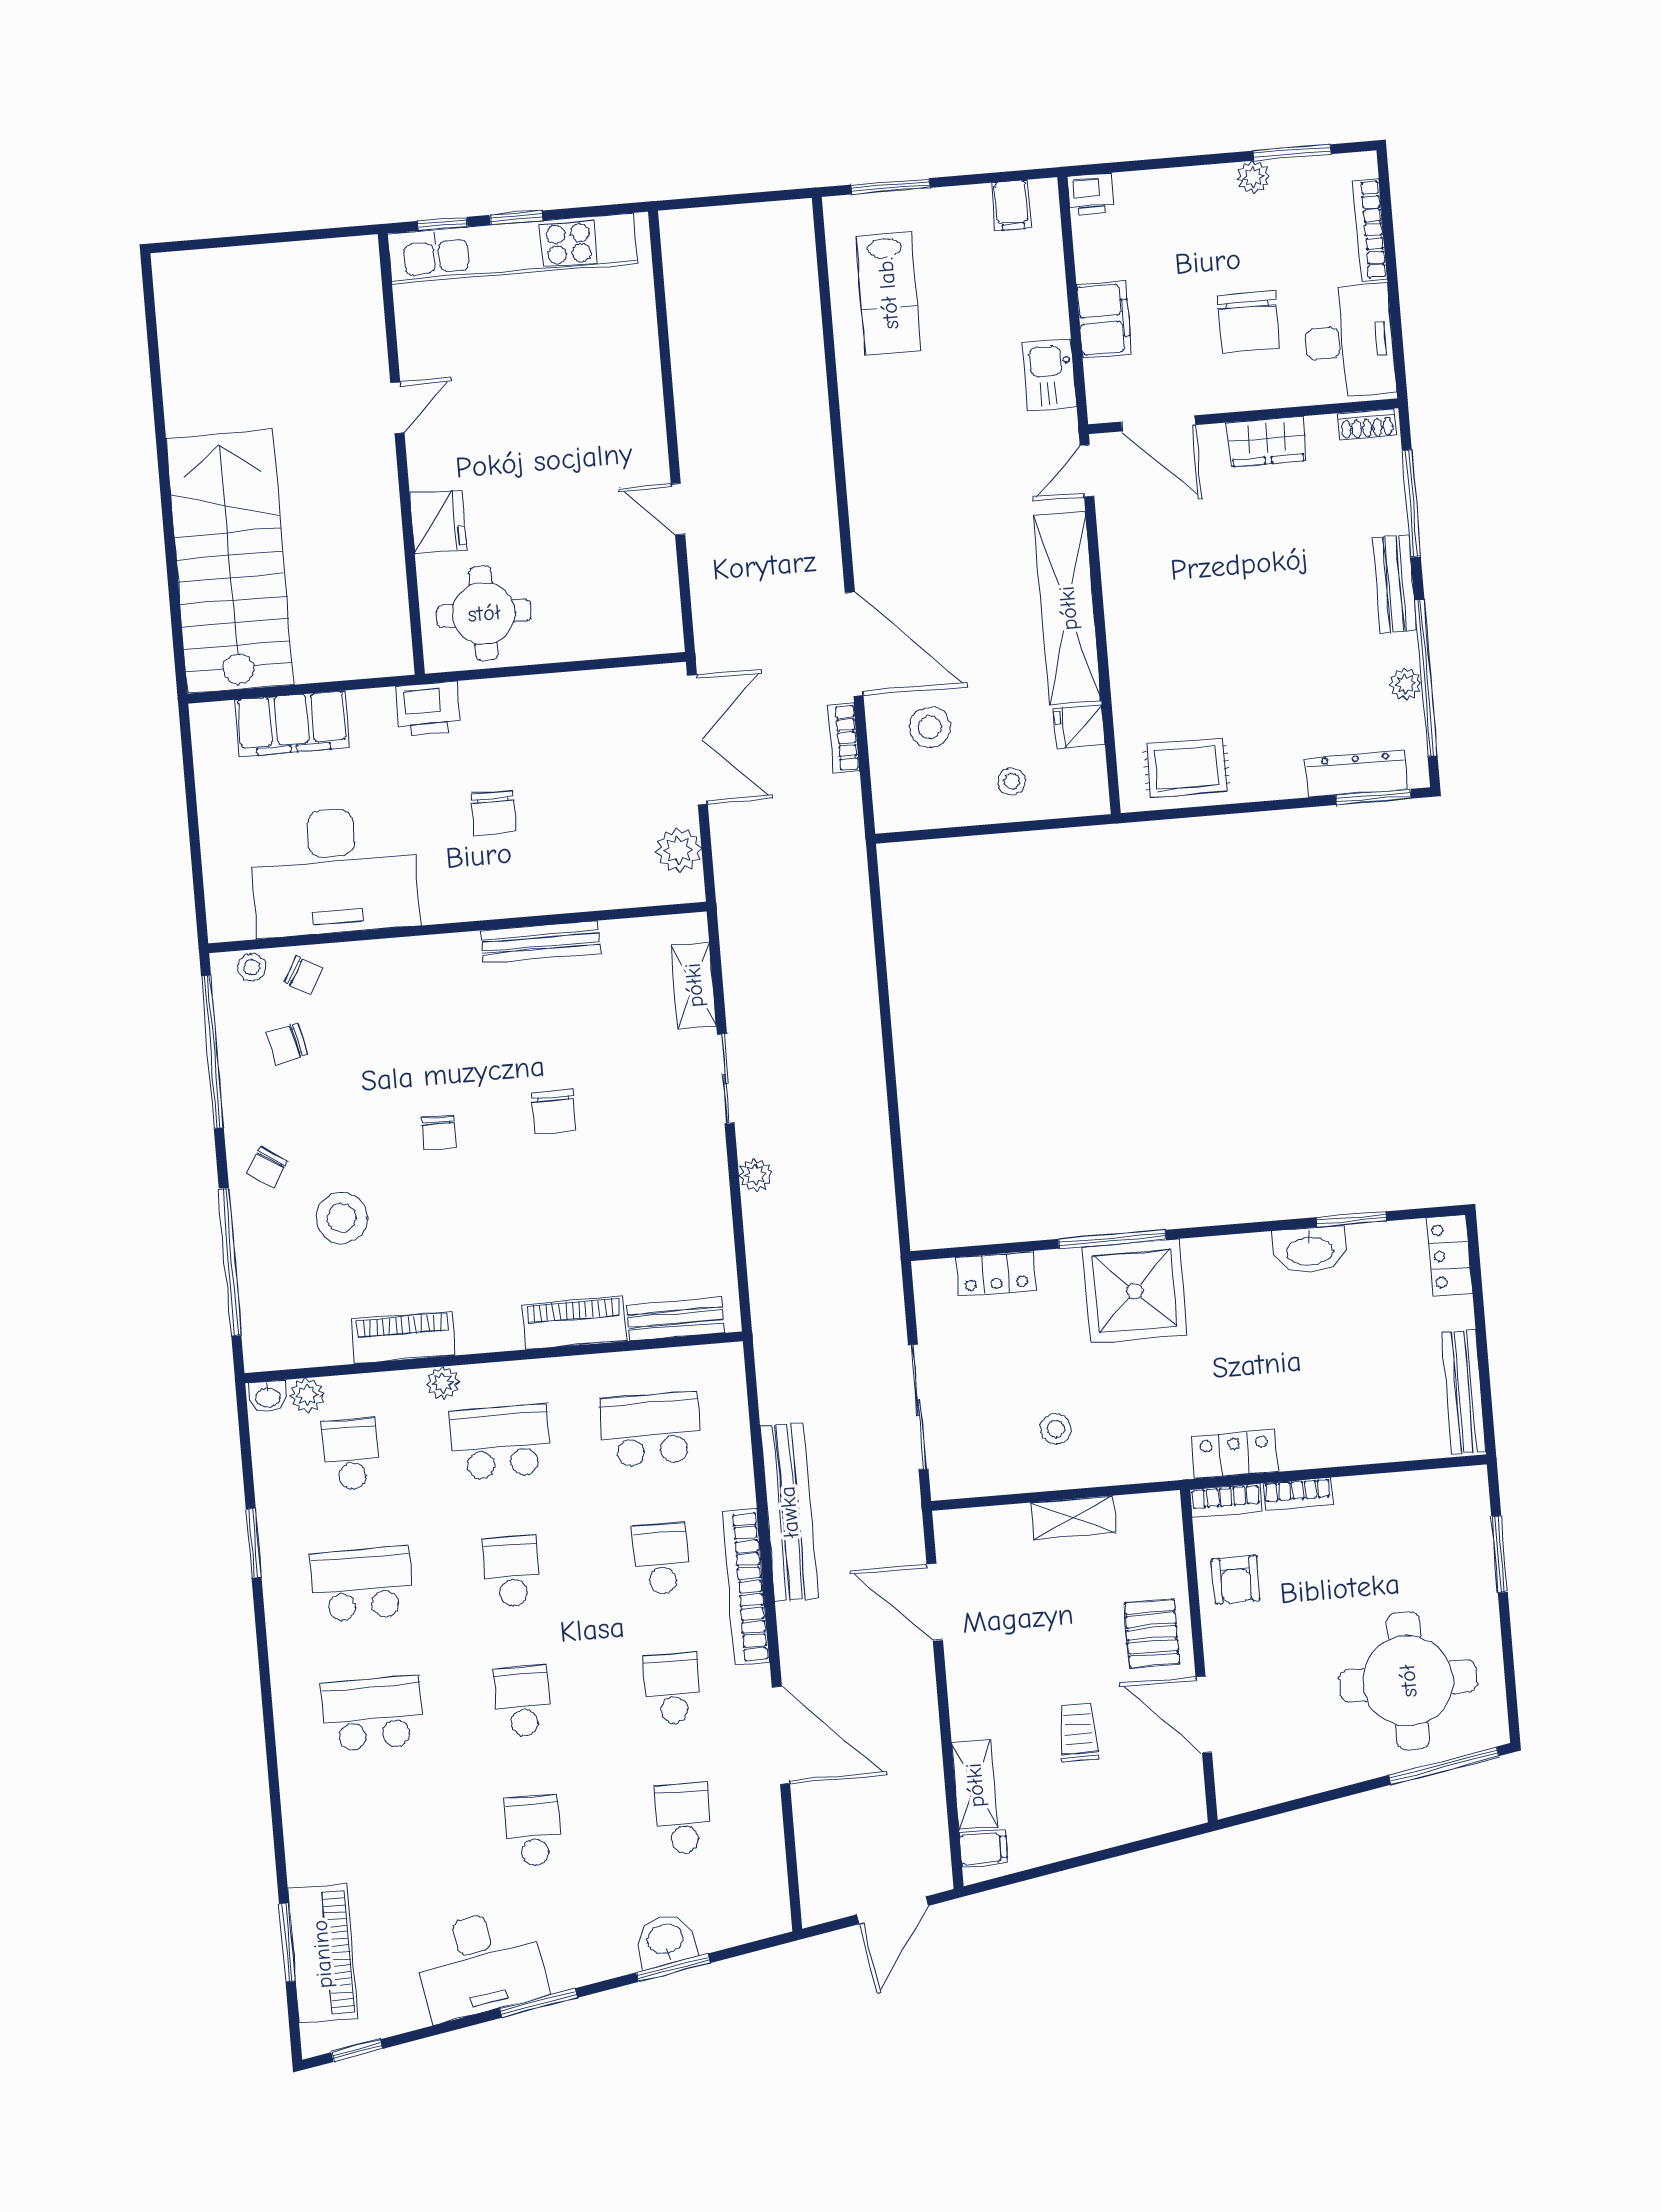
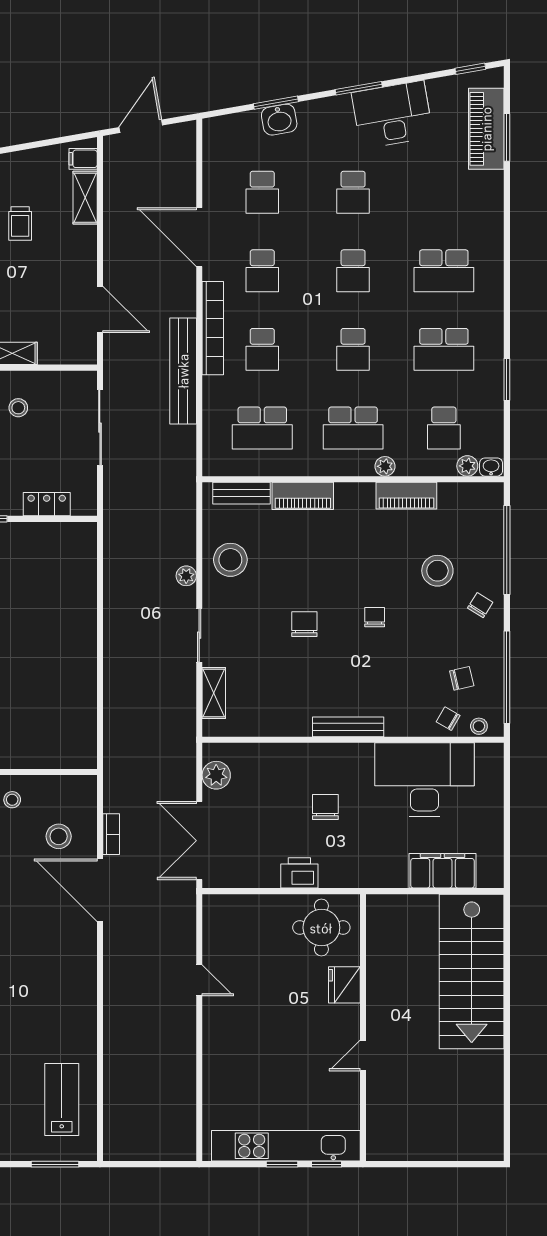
printer: (428, 709) -> (299, 873), moved
bench: (541, 942) -> (348, 727), moved
stool: (685, 1207) -> (230, 560), added

